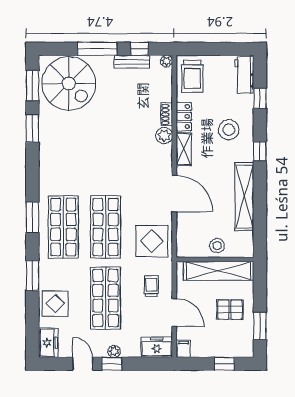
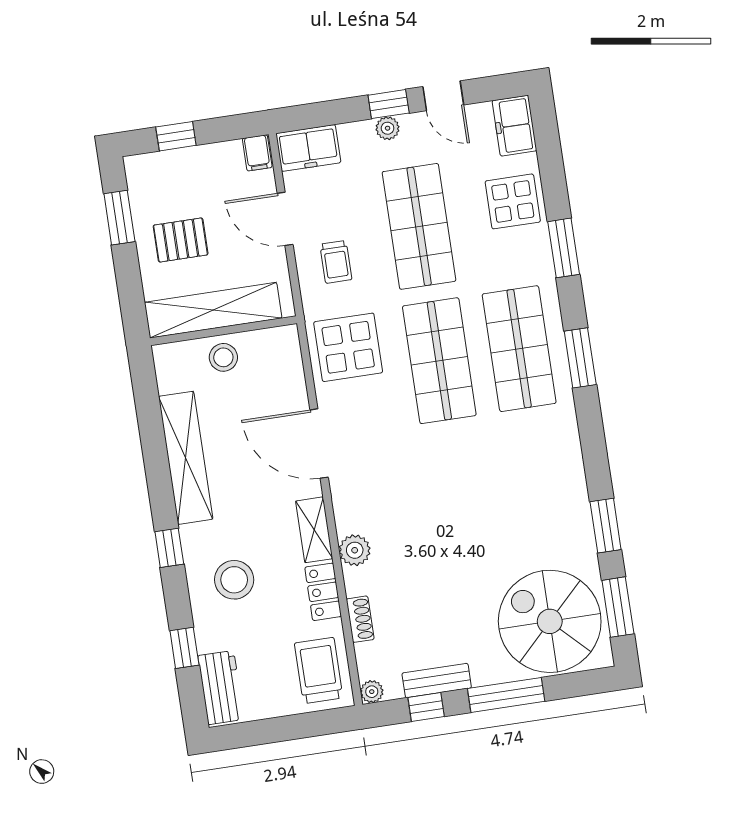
shoe rack: (167, 114) -> (360, 619), moved

